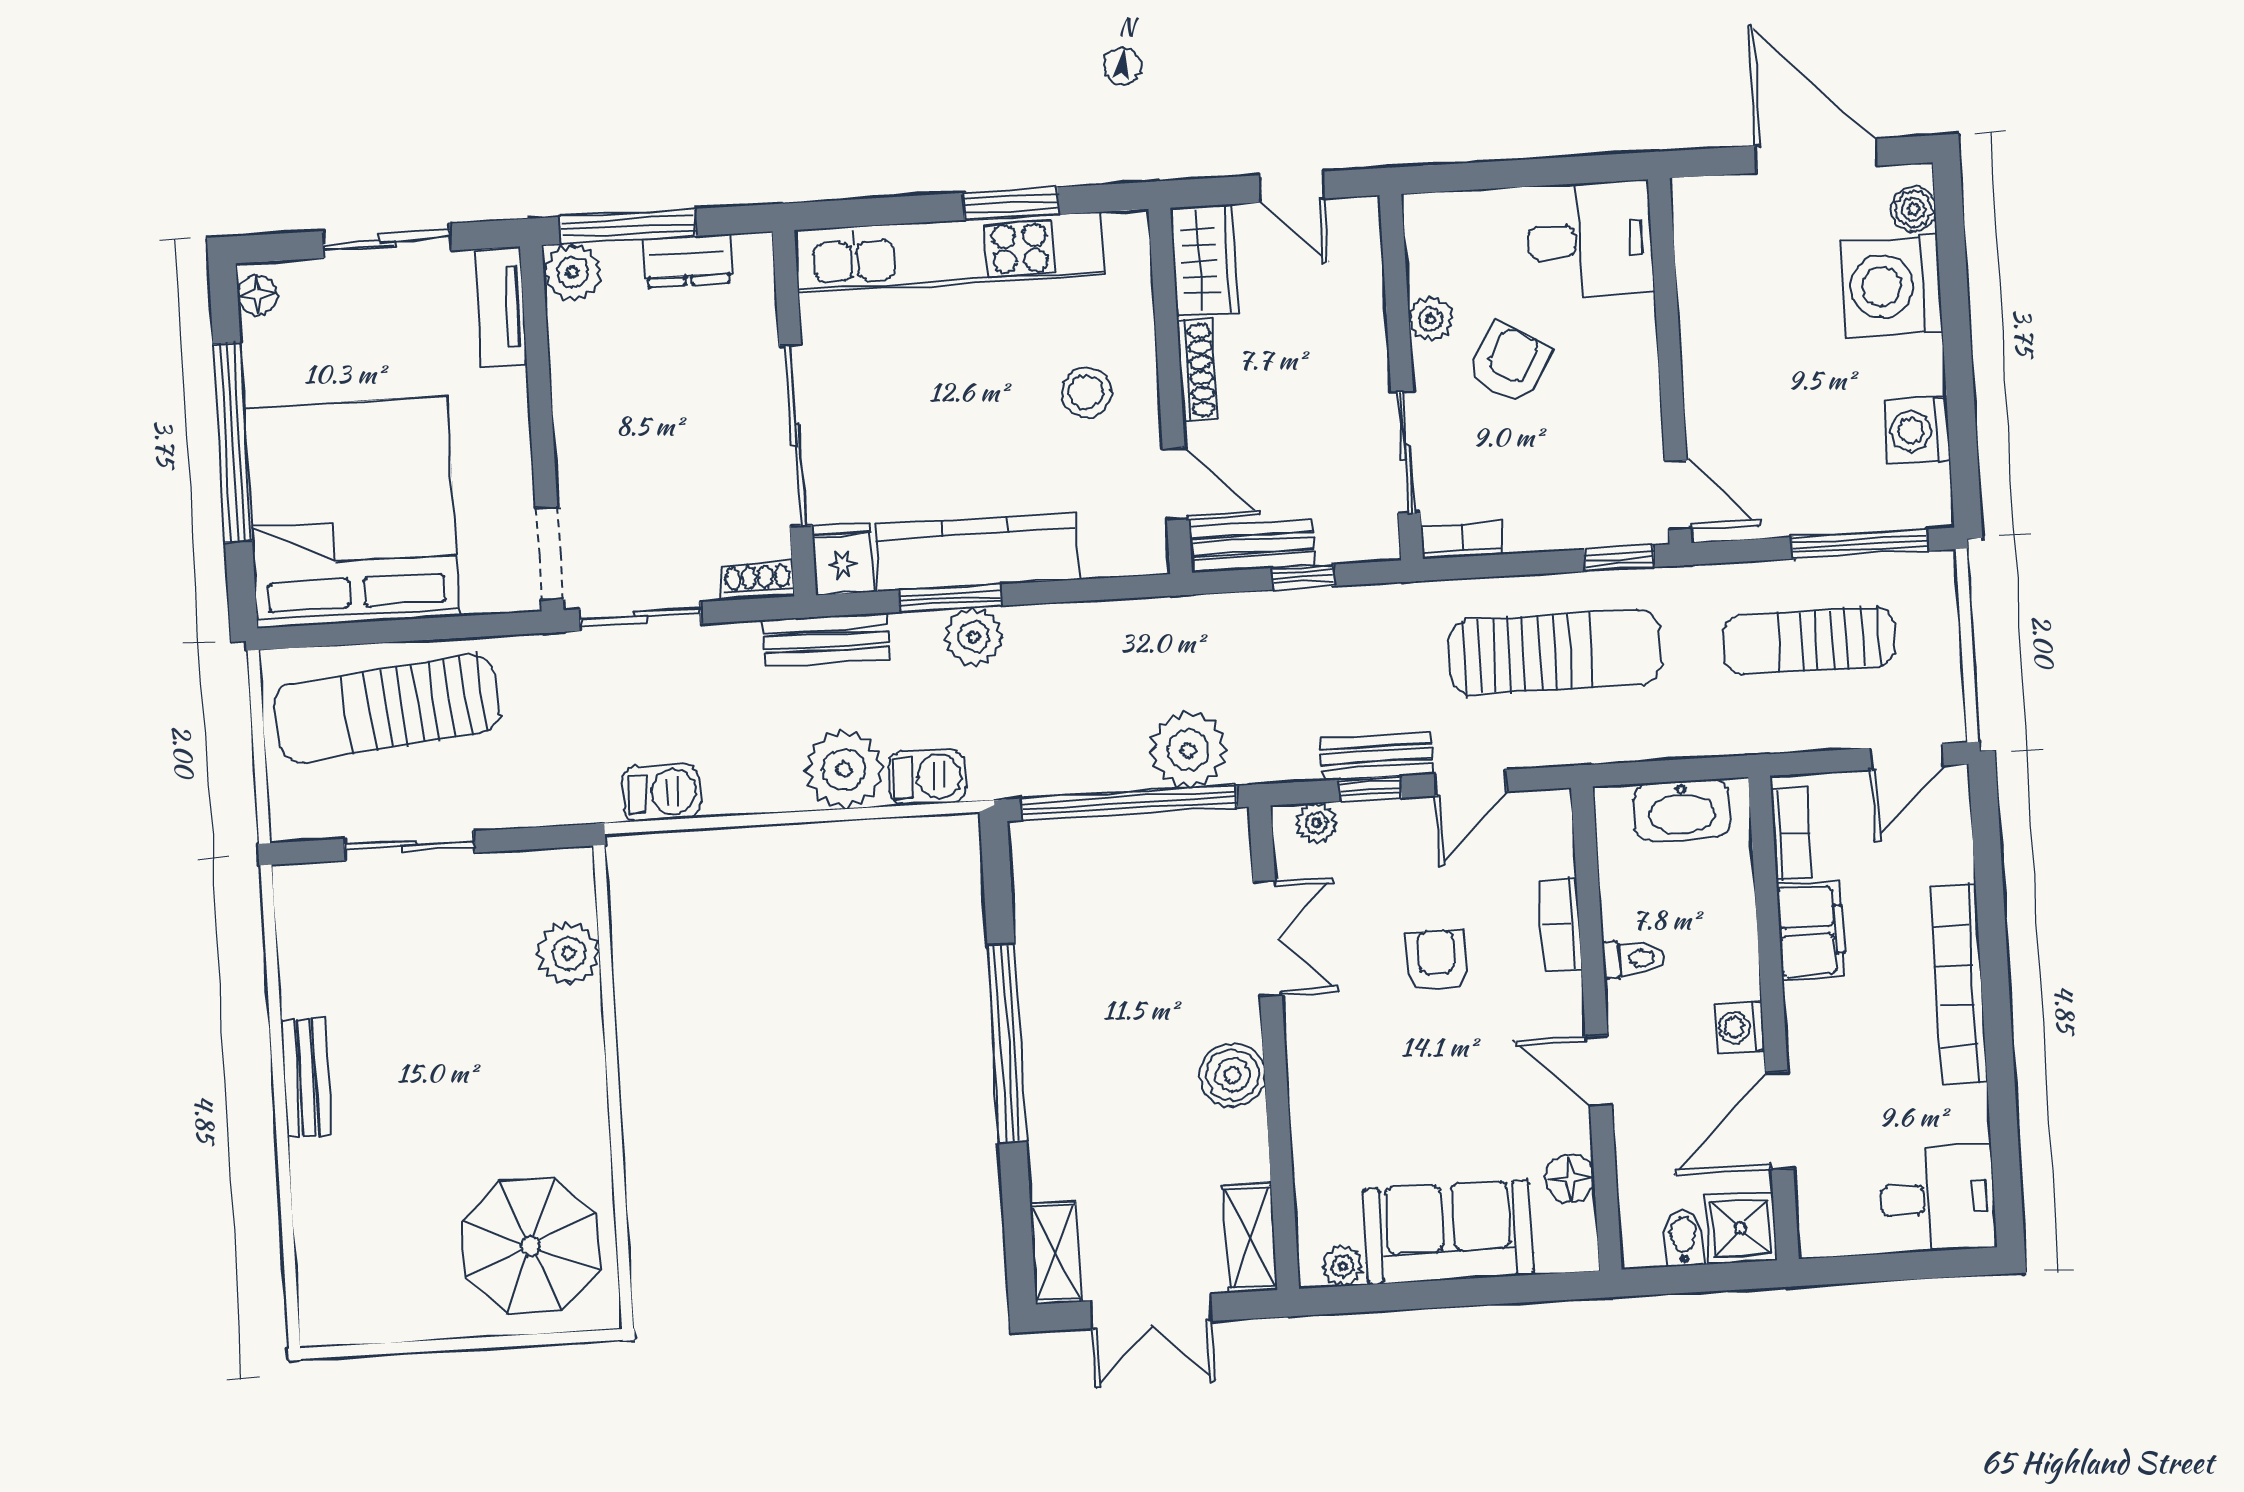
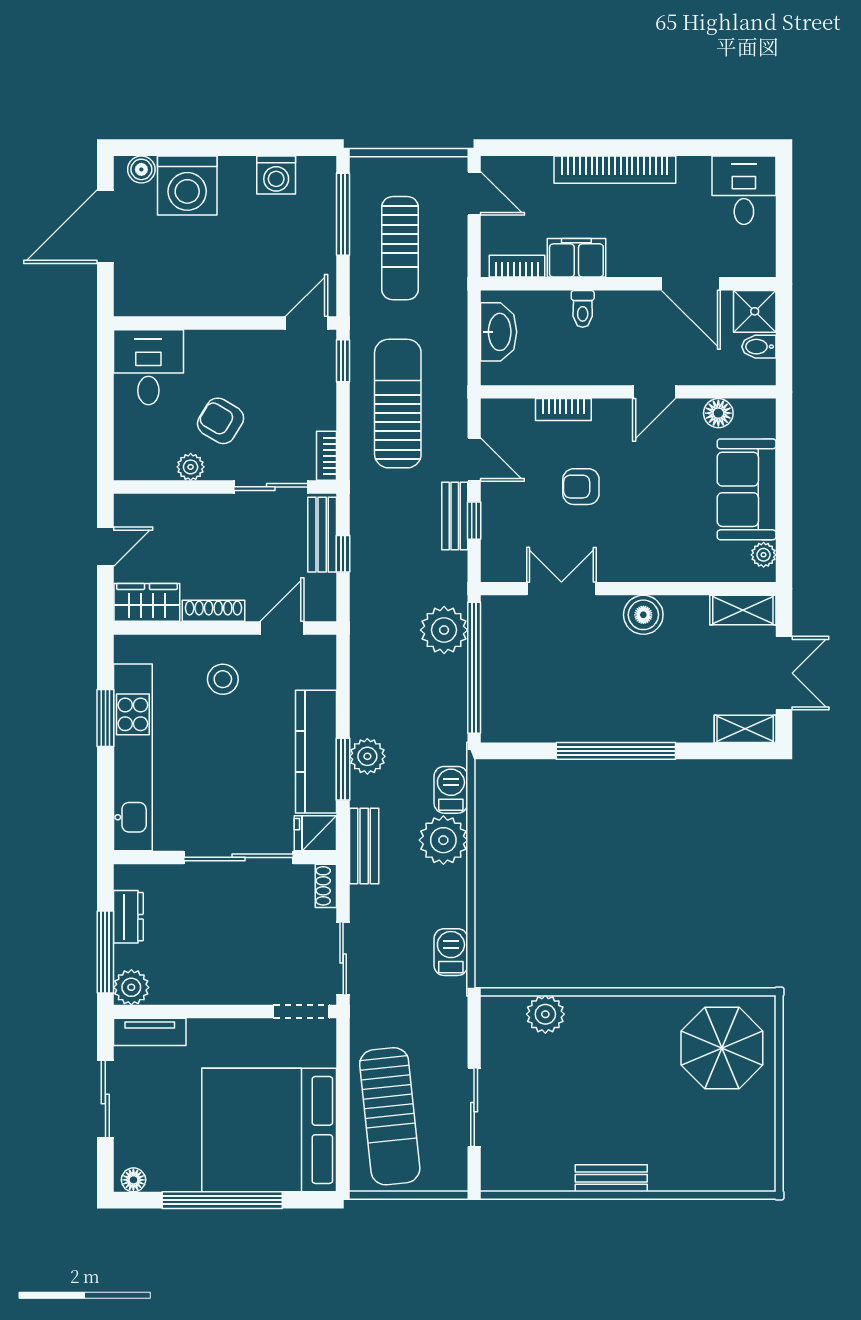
bench: (1252, 546) -> (322, 535), moved
plant: (1316, 823) -> (493, 555), removed
toilet: (1633, 959) -> (583, 309), moved, turned 180
washing machine: (1739, 1027) -> (633, 305), removed

